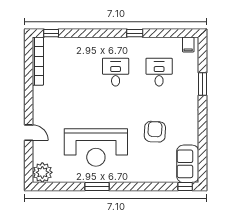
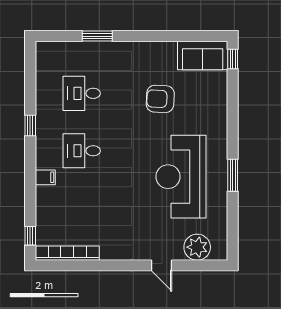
filing cabinet: (188, 45) -> (45, 177), moved
door: (29, 133) -> (161, 265), swing flipped
reception desk: (96, 147) -> (181, 177), turned 180
plant: (42, 172) -> (197, 247), moved

